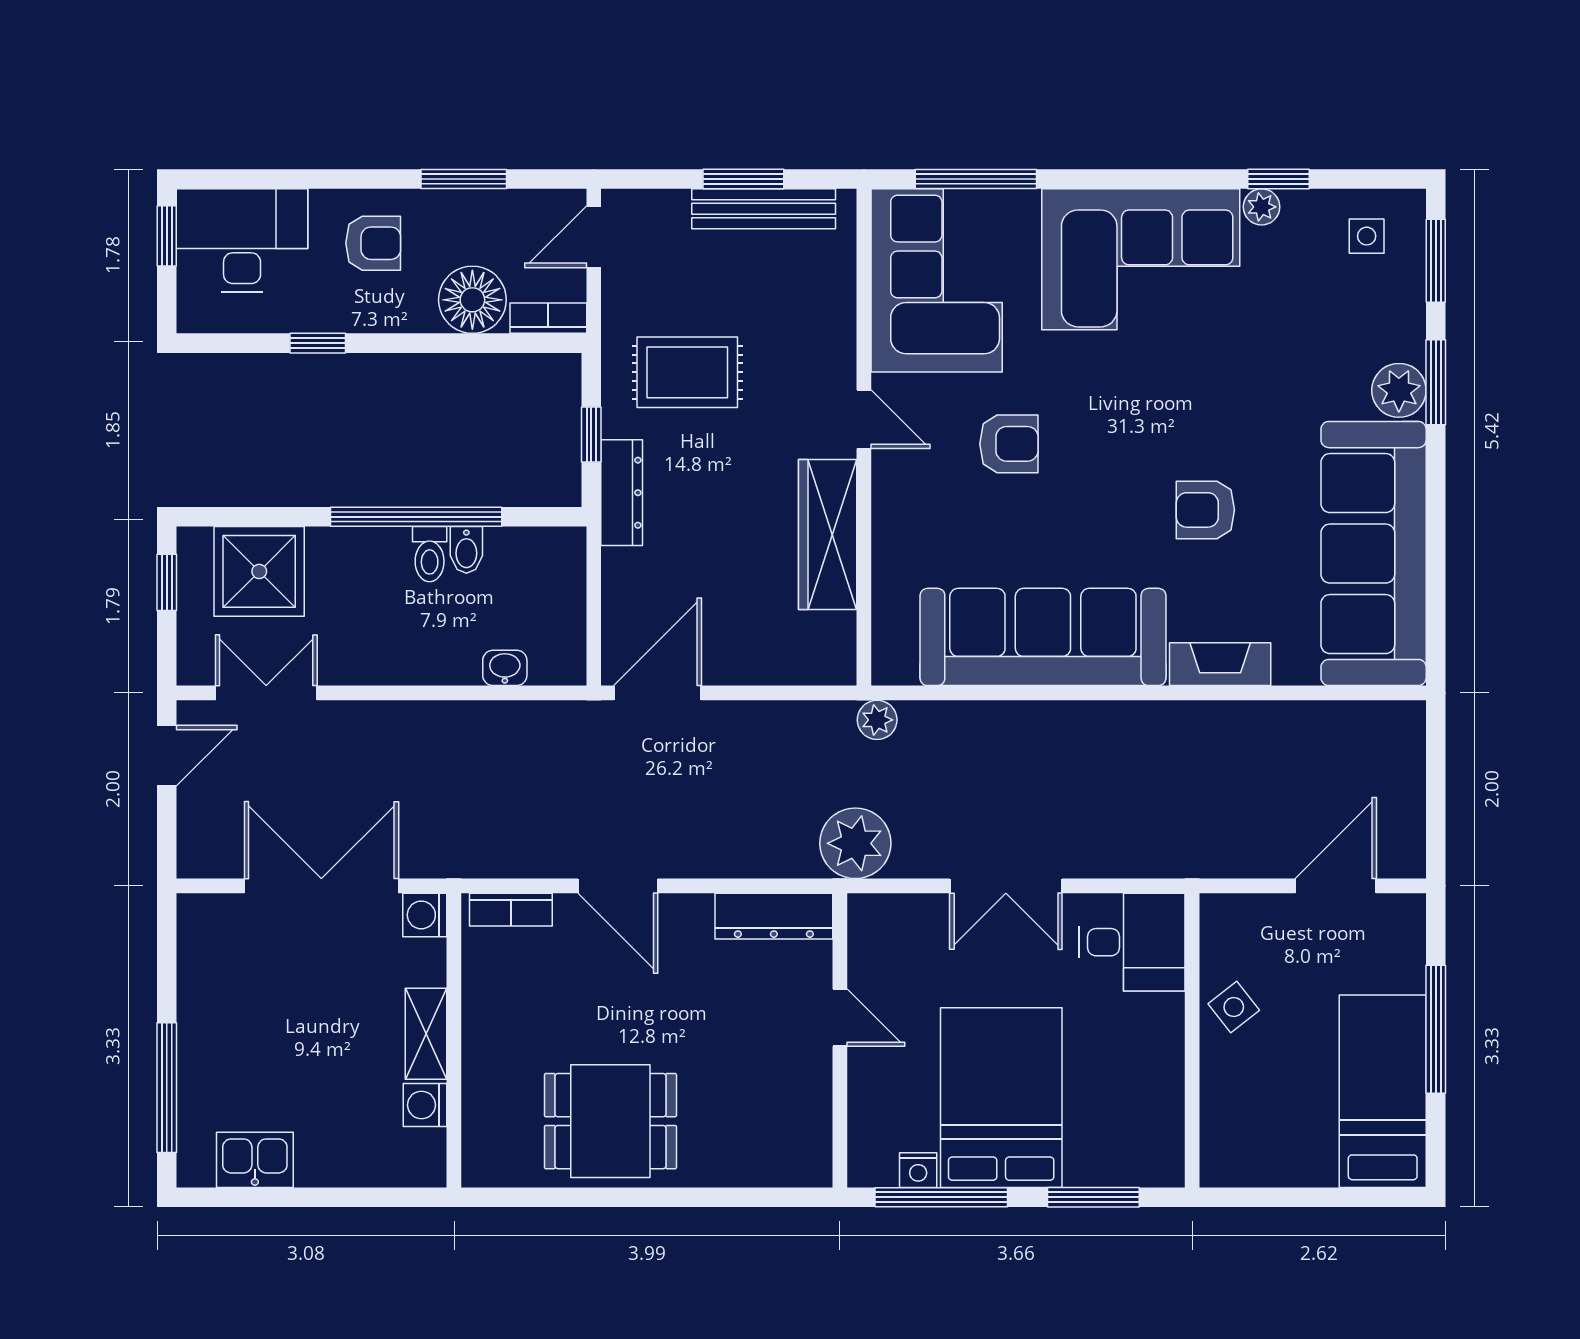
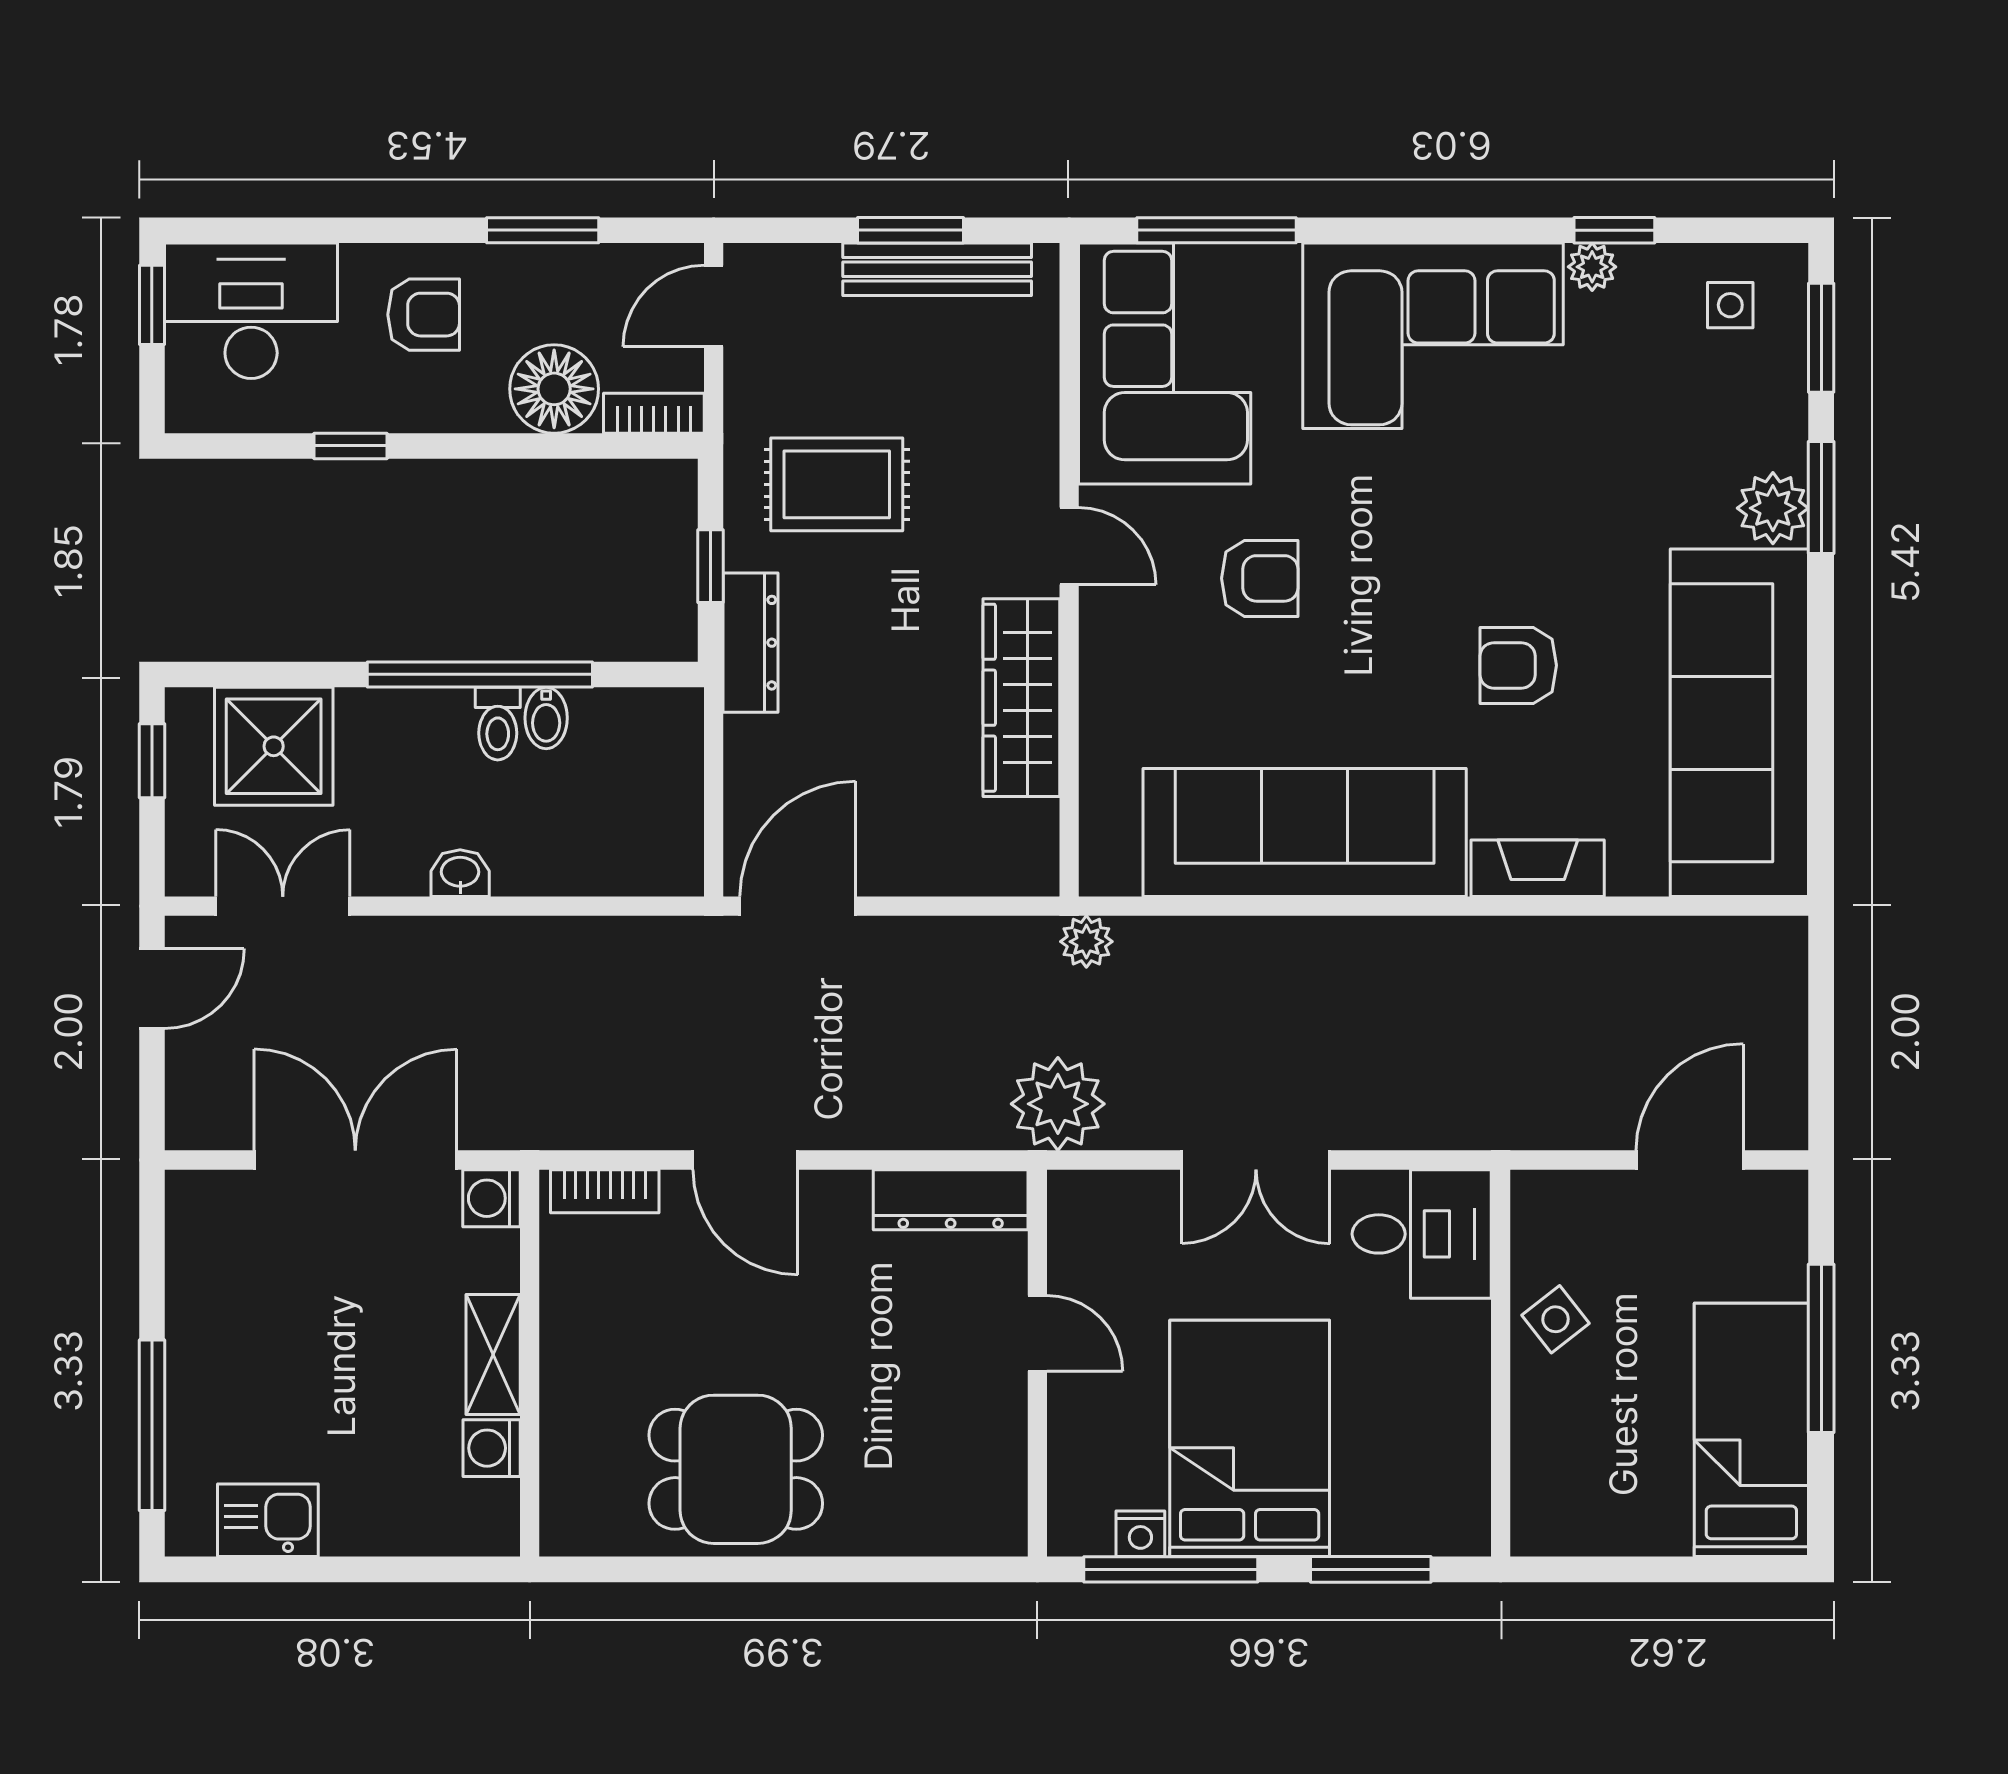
washbasin: (505, 668) -> (460, 873), moved

